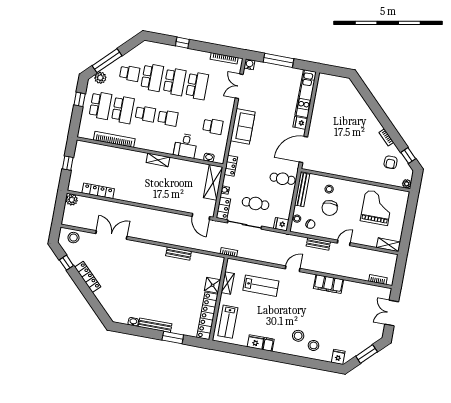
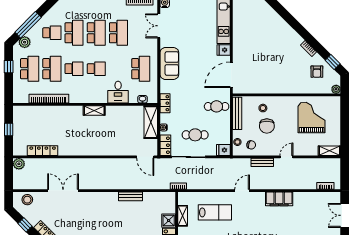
school desk: (213, 126) -> (141, 69), width x1.85

